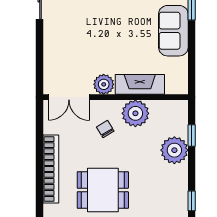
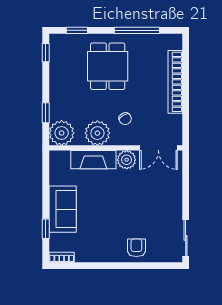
double door: (69, 97) -> (158, 148), swing flipped
plant: (174, 150) -> (62, 133), moved
dining table: (103, 190) -> (108, 66), moved, turned 90

